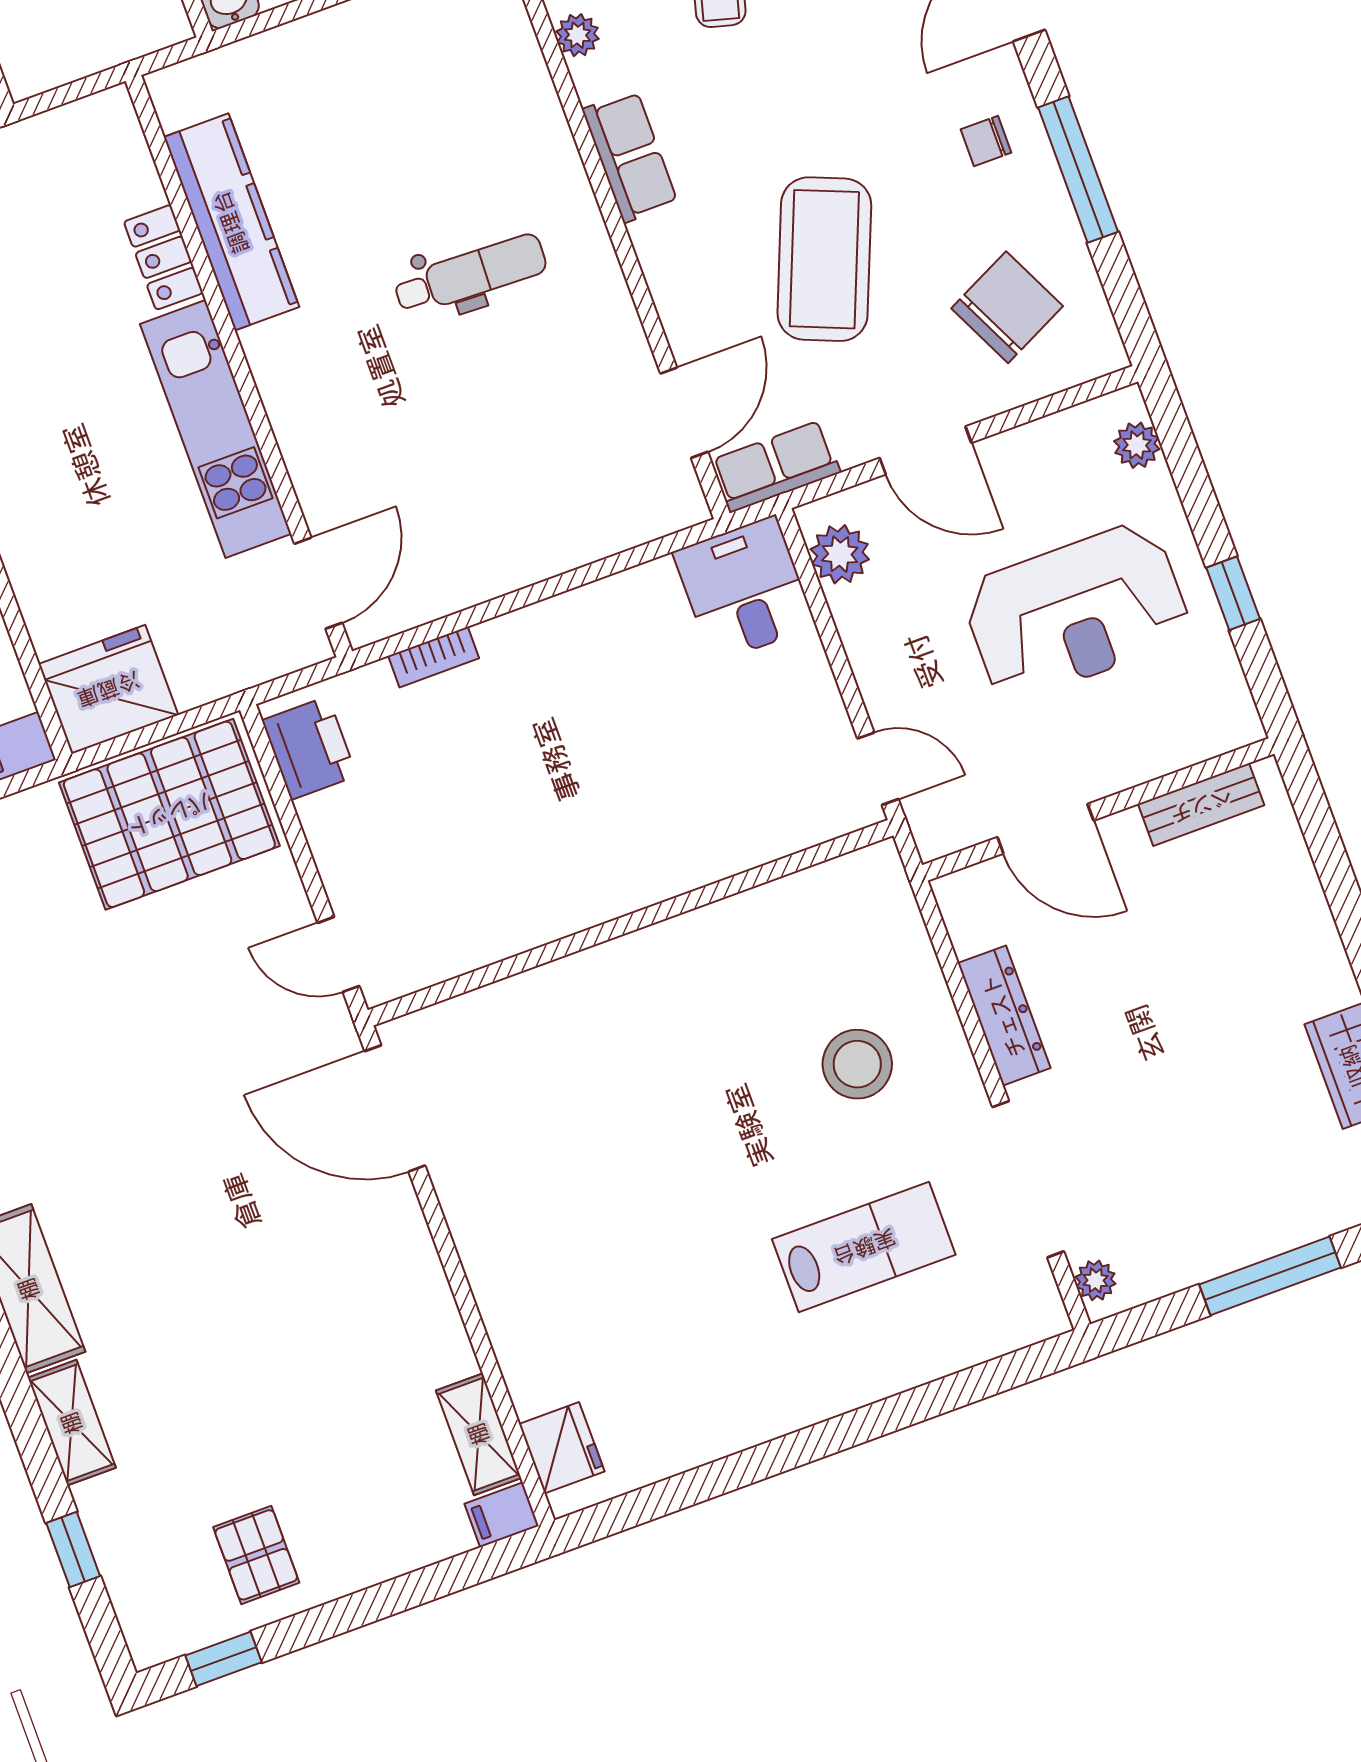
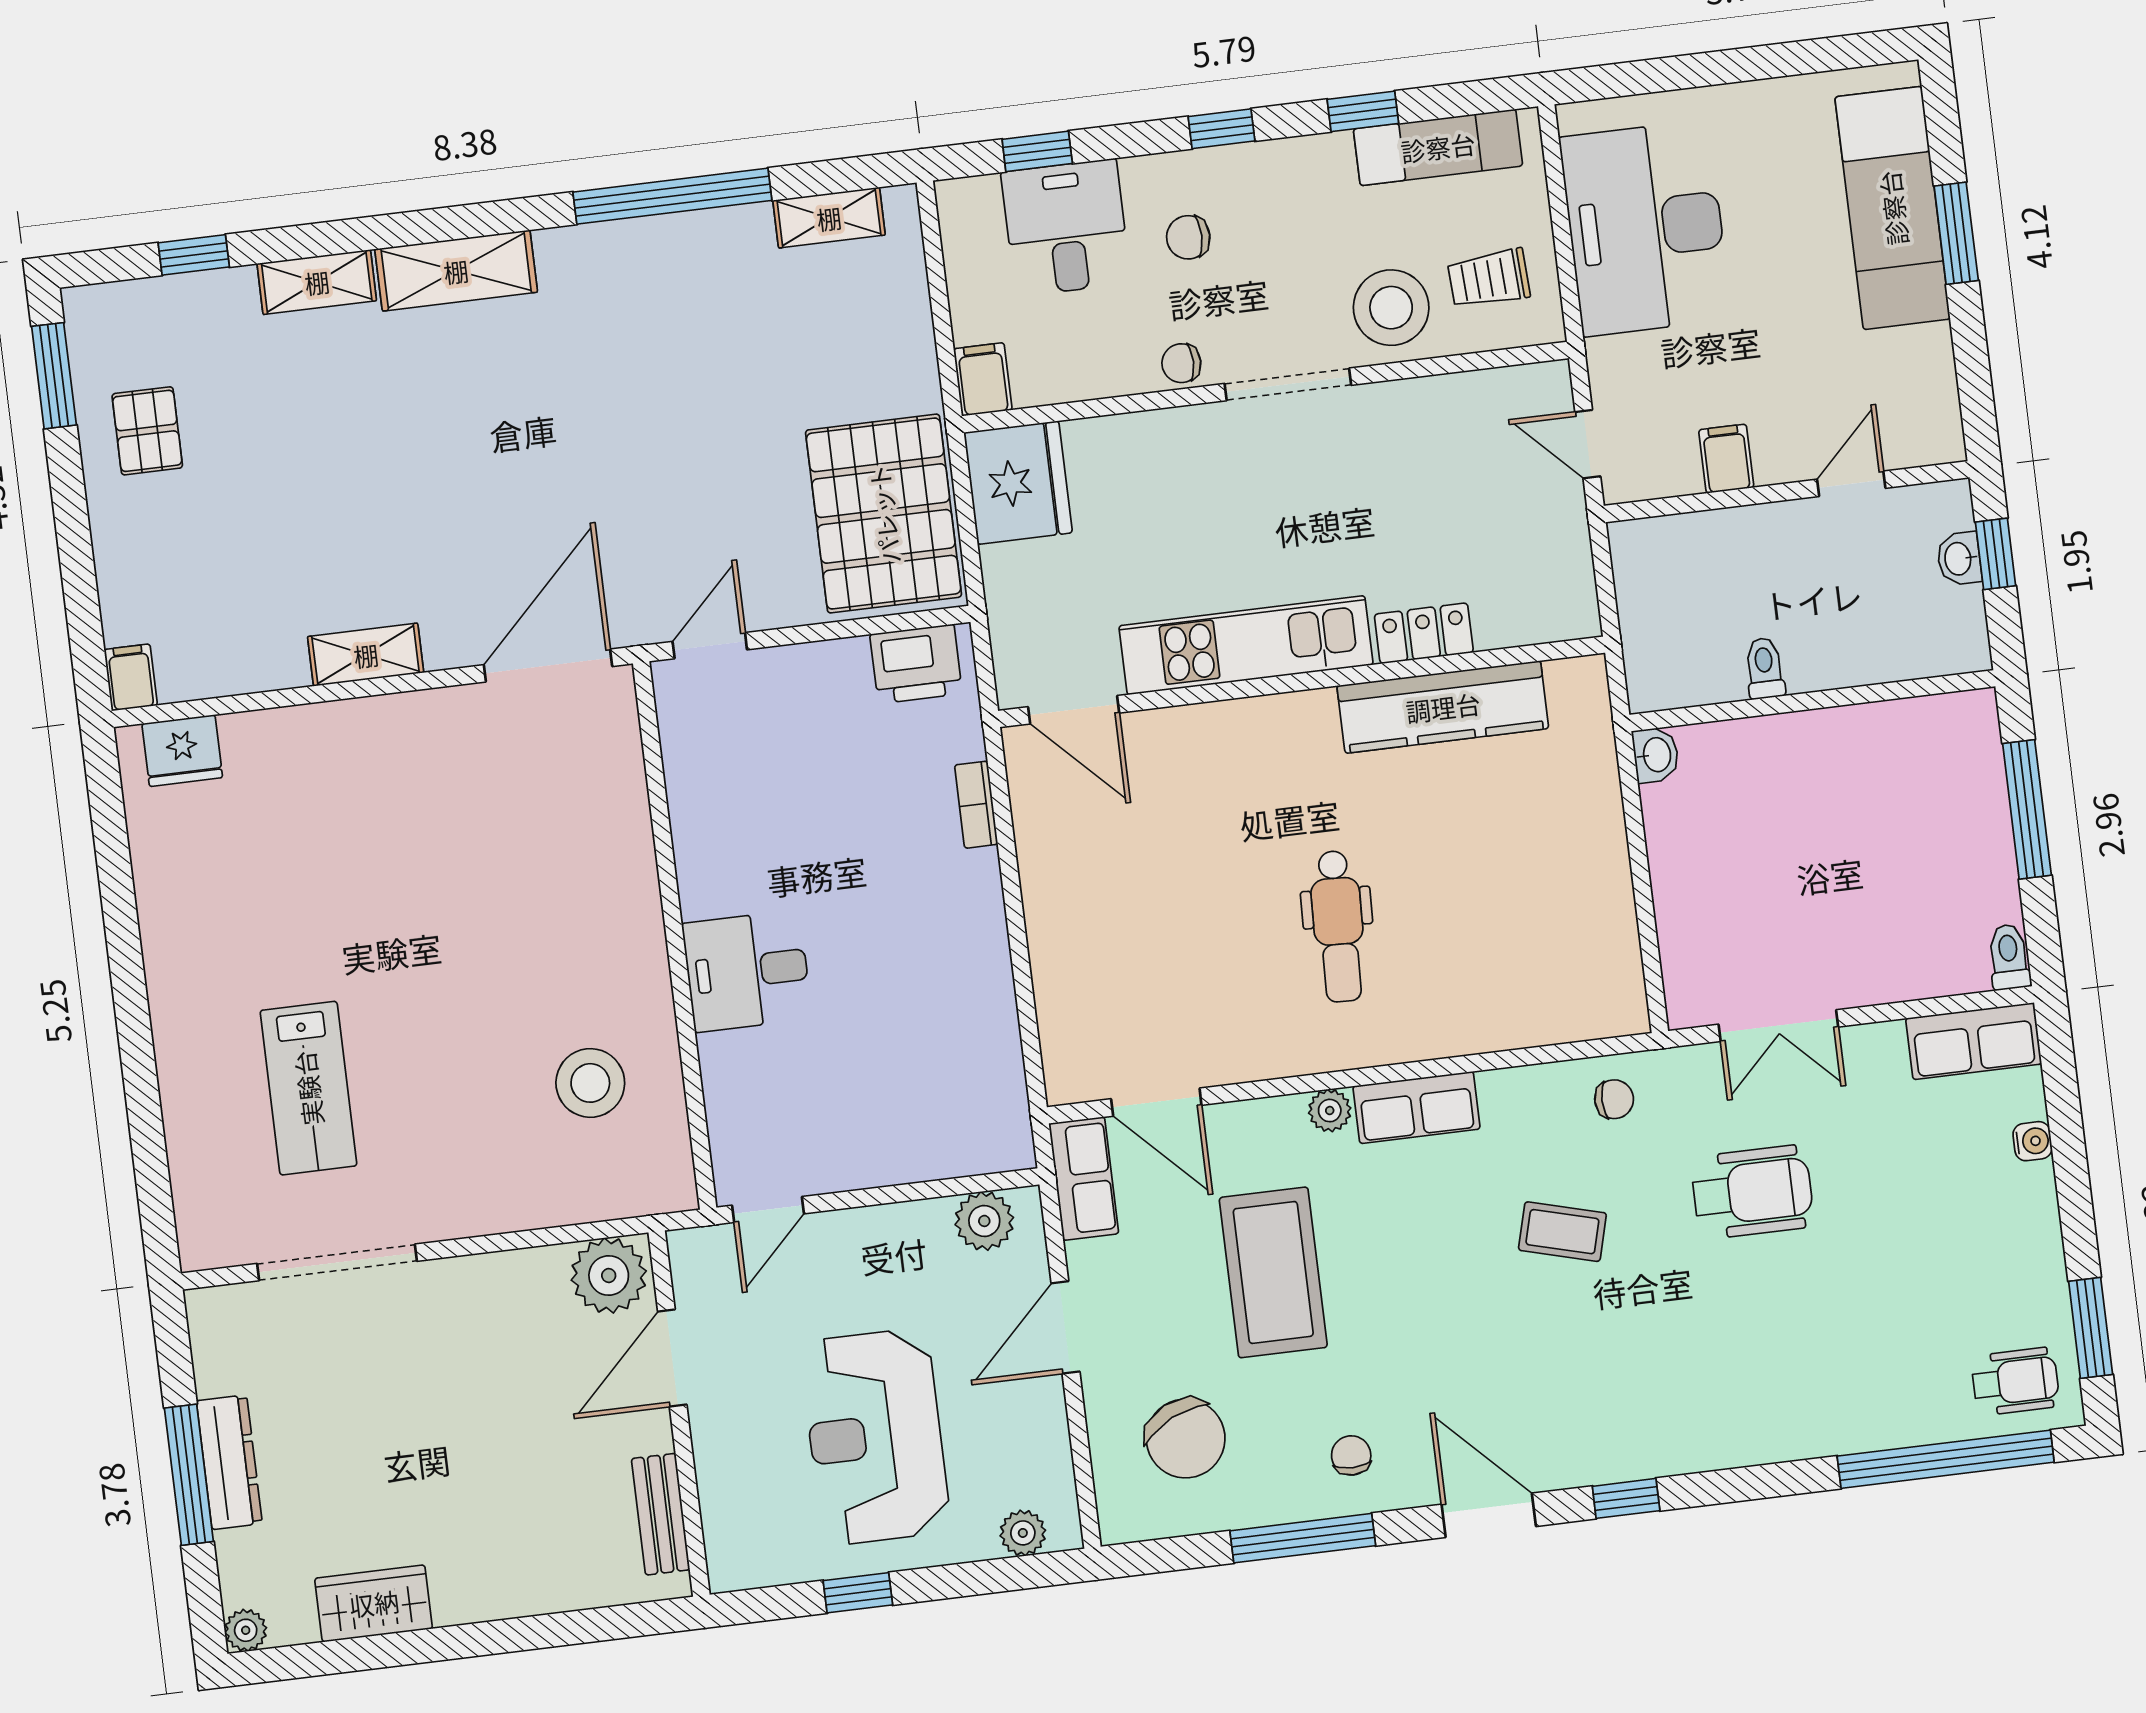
plant: (578, 35) -> (1330, 1111), moved
coffee table: (824, 259) -> (1273, 1272), turned 68
desk: (744, 589) -> (747, 971), moved, turned 180
dresser: (1004, 1016) -> (229, 1462), moved, turned -90
stool: (857, 1064) -> (590, 1083), moved
plant: (1096, 1280) -> (609, 1276), moved, width x1.88, depth x1.88
shelving: (479, 1434) -> (366, 655), moved
pallet: (256, 1555) -> (147, 431), turned 90
window: (224, 1659) -> (54, 376), width x1.50

